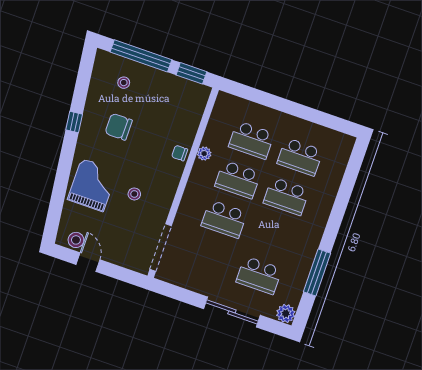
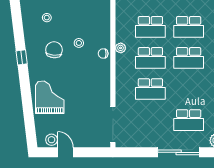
chair: (119, 127) -> (54, 50), turned 95
stool: (134, 194) -> (79, 43), moved

